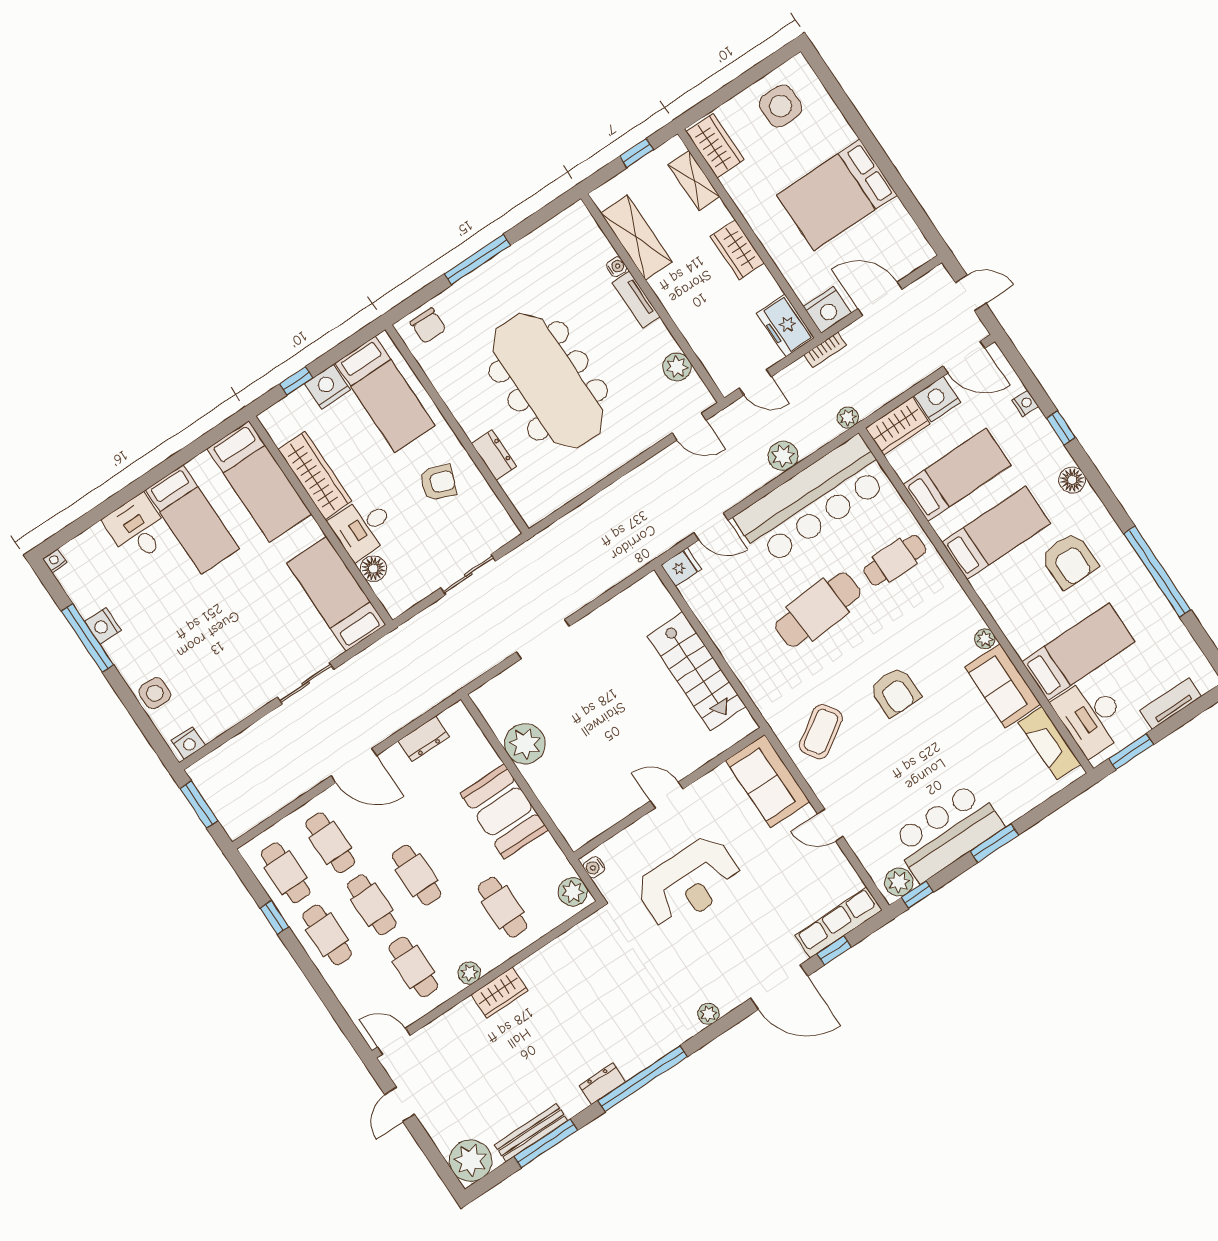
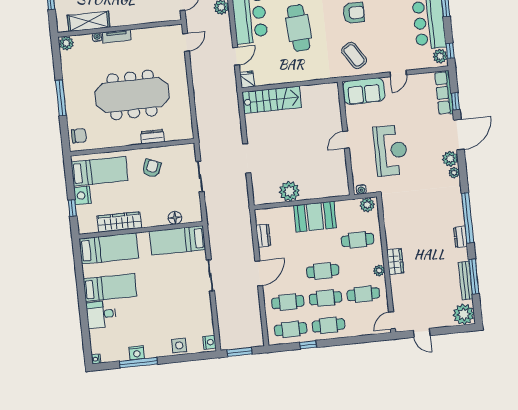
plant: (677, 367) -> (66, 43), moved
desk: (363, 527) -> (154, 213), removed
stairs: (697, 671) -> (272, 100), moved
plant: (729, 994) -> (450, 159), added

